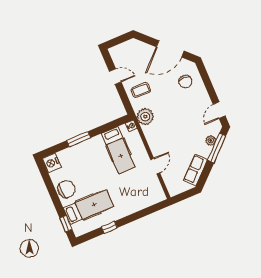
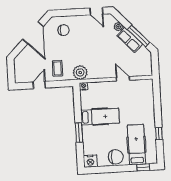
window: (217, 148) -> (139, 36), moved
hospital bed: (118, 150) -> (100, 117), moved
row of seats: (196, 170) -> (130, 40), moved
chair: (66, 189) -> (116, 157), turned 96

